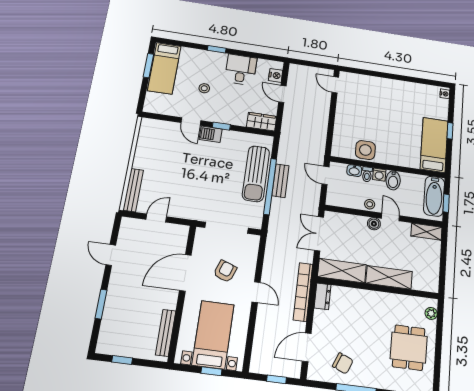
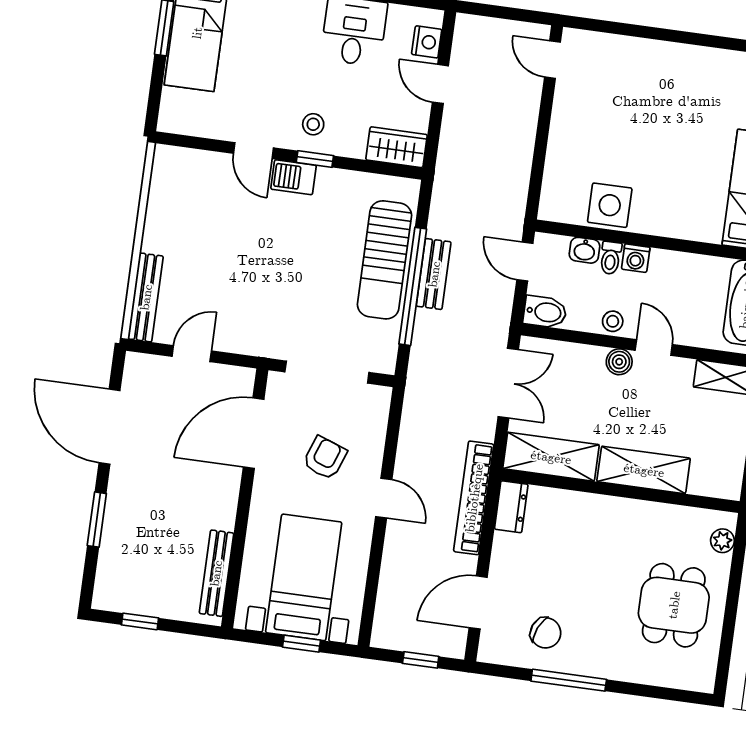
stool: (204, 88) -> (313, 124), moved
bidet: (393, 180) -> (545, 312), moved, turned -90
double door: (319, 234) -> (508, 383), swing flipped
door: (111, 255) -> (110, 427), width x1.88
door: (185, 273) -> (254, 433), moved

